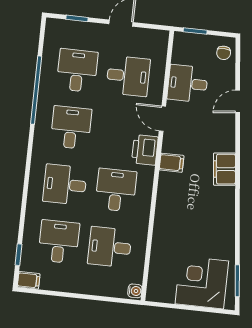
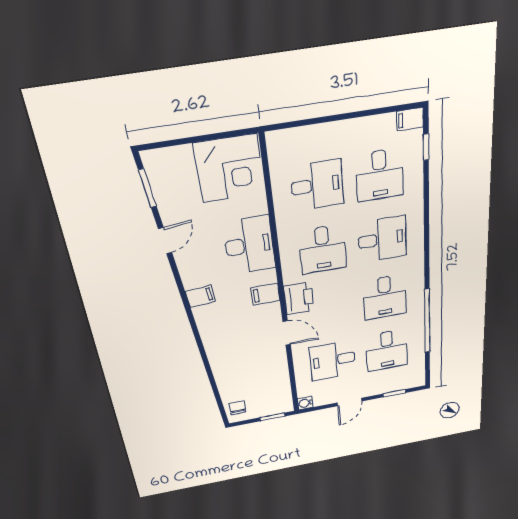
desk: (188, 84) -> (249, 245), moved, width x1.37
door: (238, 101) -> (165, 241), moved
filing cabinet: (224, 169) -> (200, 296), width x0.50
corner desk: (202, 282) -> (230, 168), moved
water cooler: (135, 291) -> (305, 403), moved

